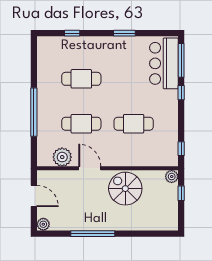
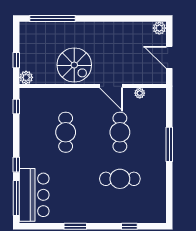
window: (34, 112) -> (169, 144), width x0.68
cafe table: (81, 124) -> (120, 132), turned 90
cafe table: (134, 124) -> (66, 132), turned 90
plant: (62, 157) -> (140, 93), width x0.53, depth x0.53
window: (93, 234) -> (52, 18), moved

